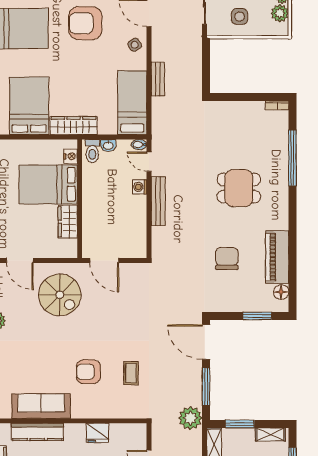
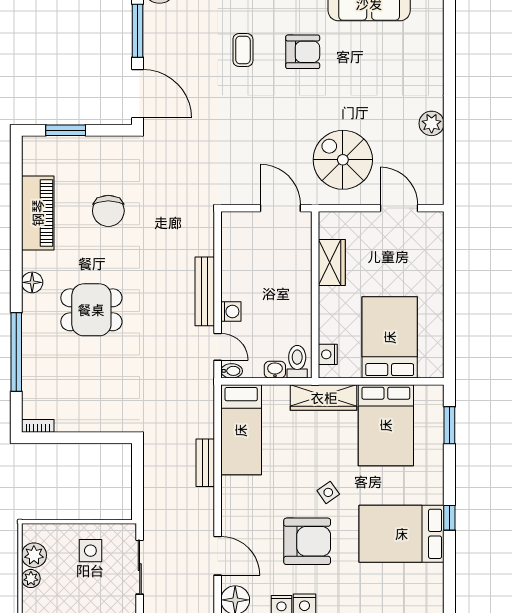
side table: (135, 45) -> (328, 492), moved
bed: (48, 184) -> (390, 337), moved, turned -90
floor lamp: (281, 292) -> (32, 282), moved

